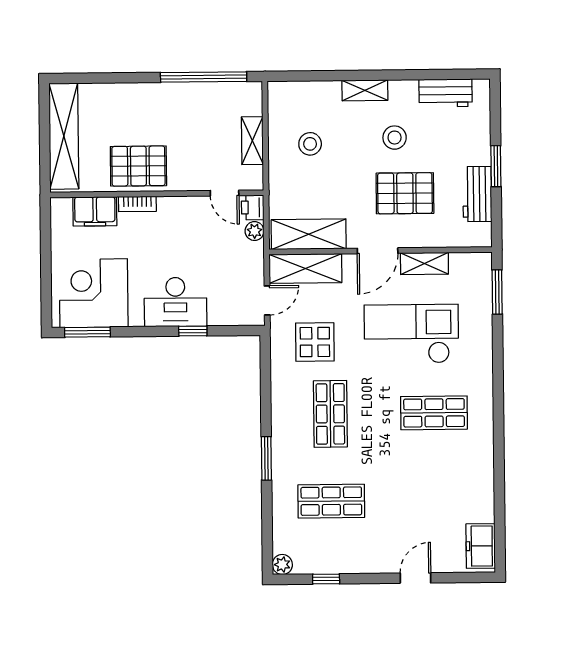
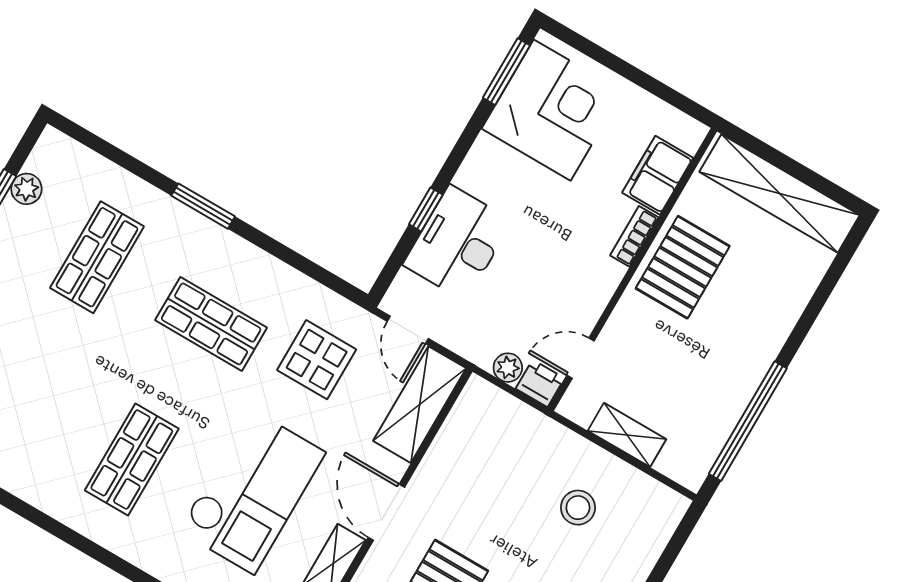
shelving: (309, 234) -> (462, 435), removed
desk: (175, 302) -> (458, 243), moved
plant: (282, 565) -> (26, 189), moved

